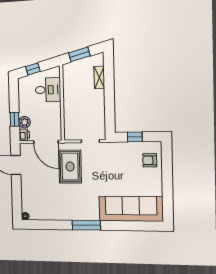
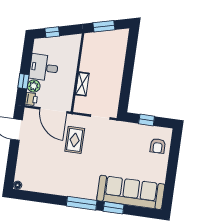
shelving: (99, 77) -> (82, 84), moved
desk: (48, 90) -> (44, 68), moved, turned 180
armchair: (150, 160) -> (158, 146), turned -90
rug: (70, 167) -> (75, 140), width x0.73, depth x0.70
window: (117, 226) -> (114, 208), added

